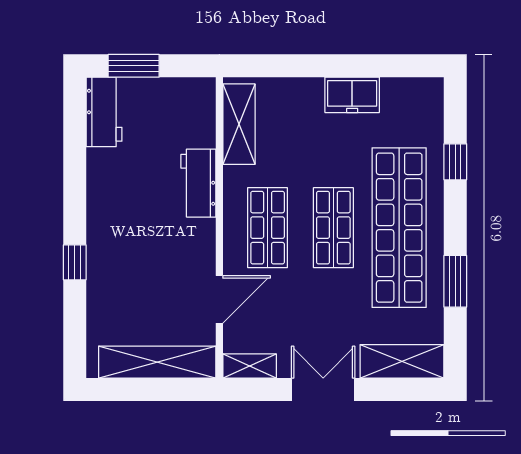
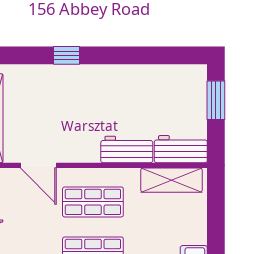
workbench: (104, 112) -> (181, 149), moved, turned 180

